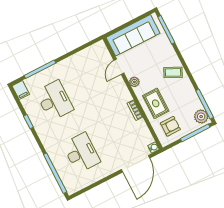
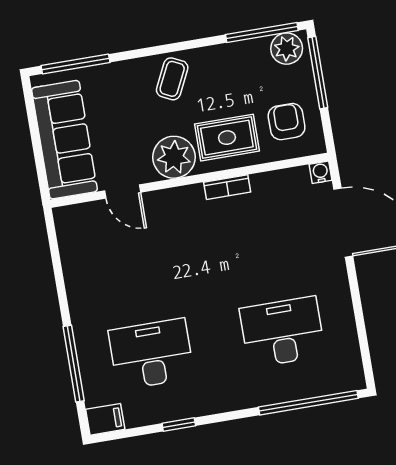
plant: (134, 82) -> (174, 157), width x1.88, depth x1.88

